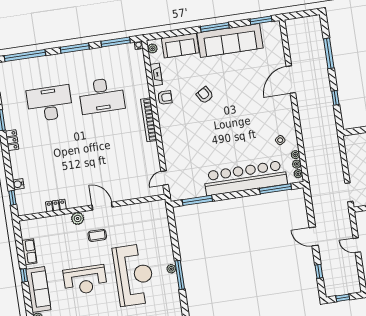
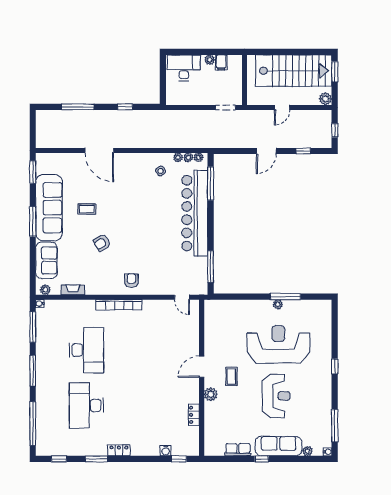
coffee table: (234, 76) -> (87, 209), added
armchair: (165, 98) -> (131, 281), moved

